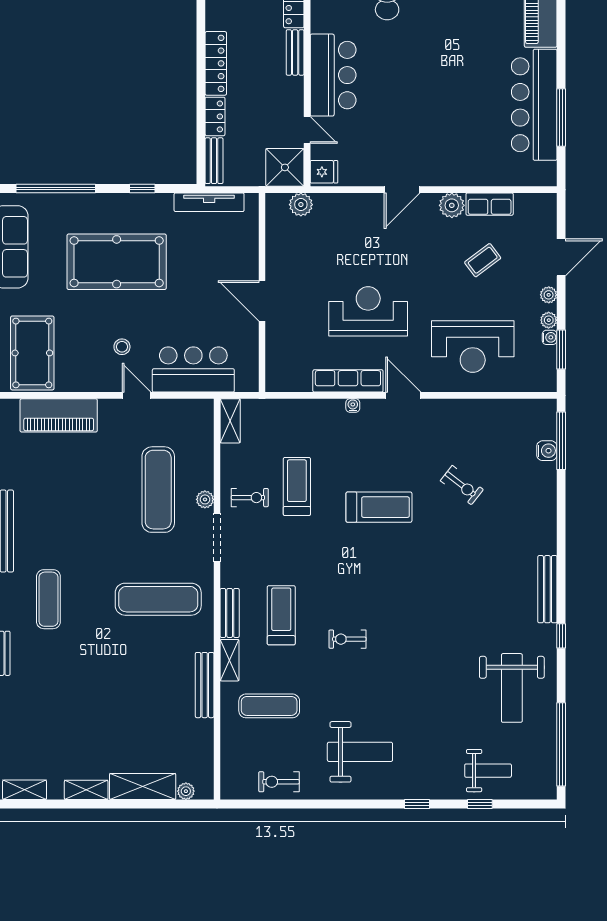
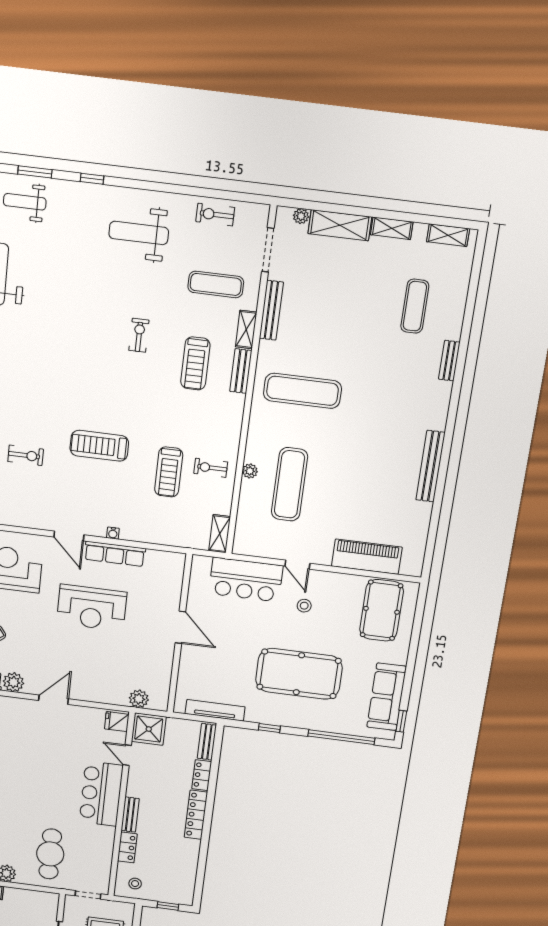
exercise bike: (462, 485) -> (26, 455), turned 142
doorway: (217, 537) -> (268, 250), moved
exercise mat: (48, 599) -> (415, 306), moved
exercise bike: (348, 639) -> (139, 335), turned -90
exercise bike: (279, 782) -> (215, 215), turned 180
window: (480, 804) -> (35, 172), width x1.50

